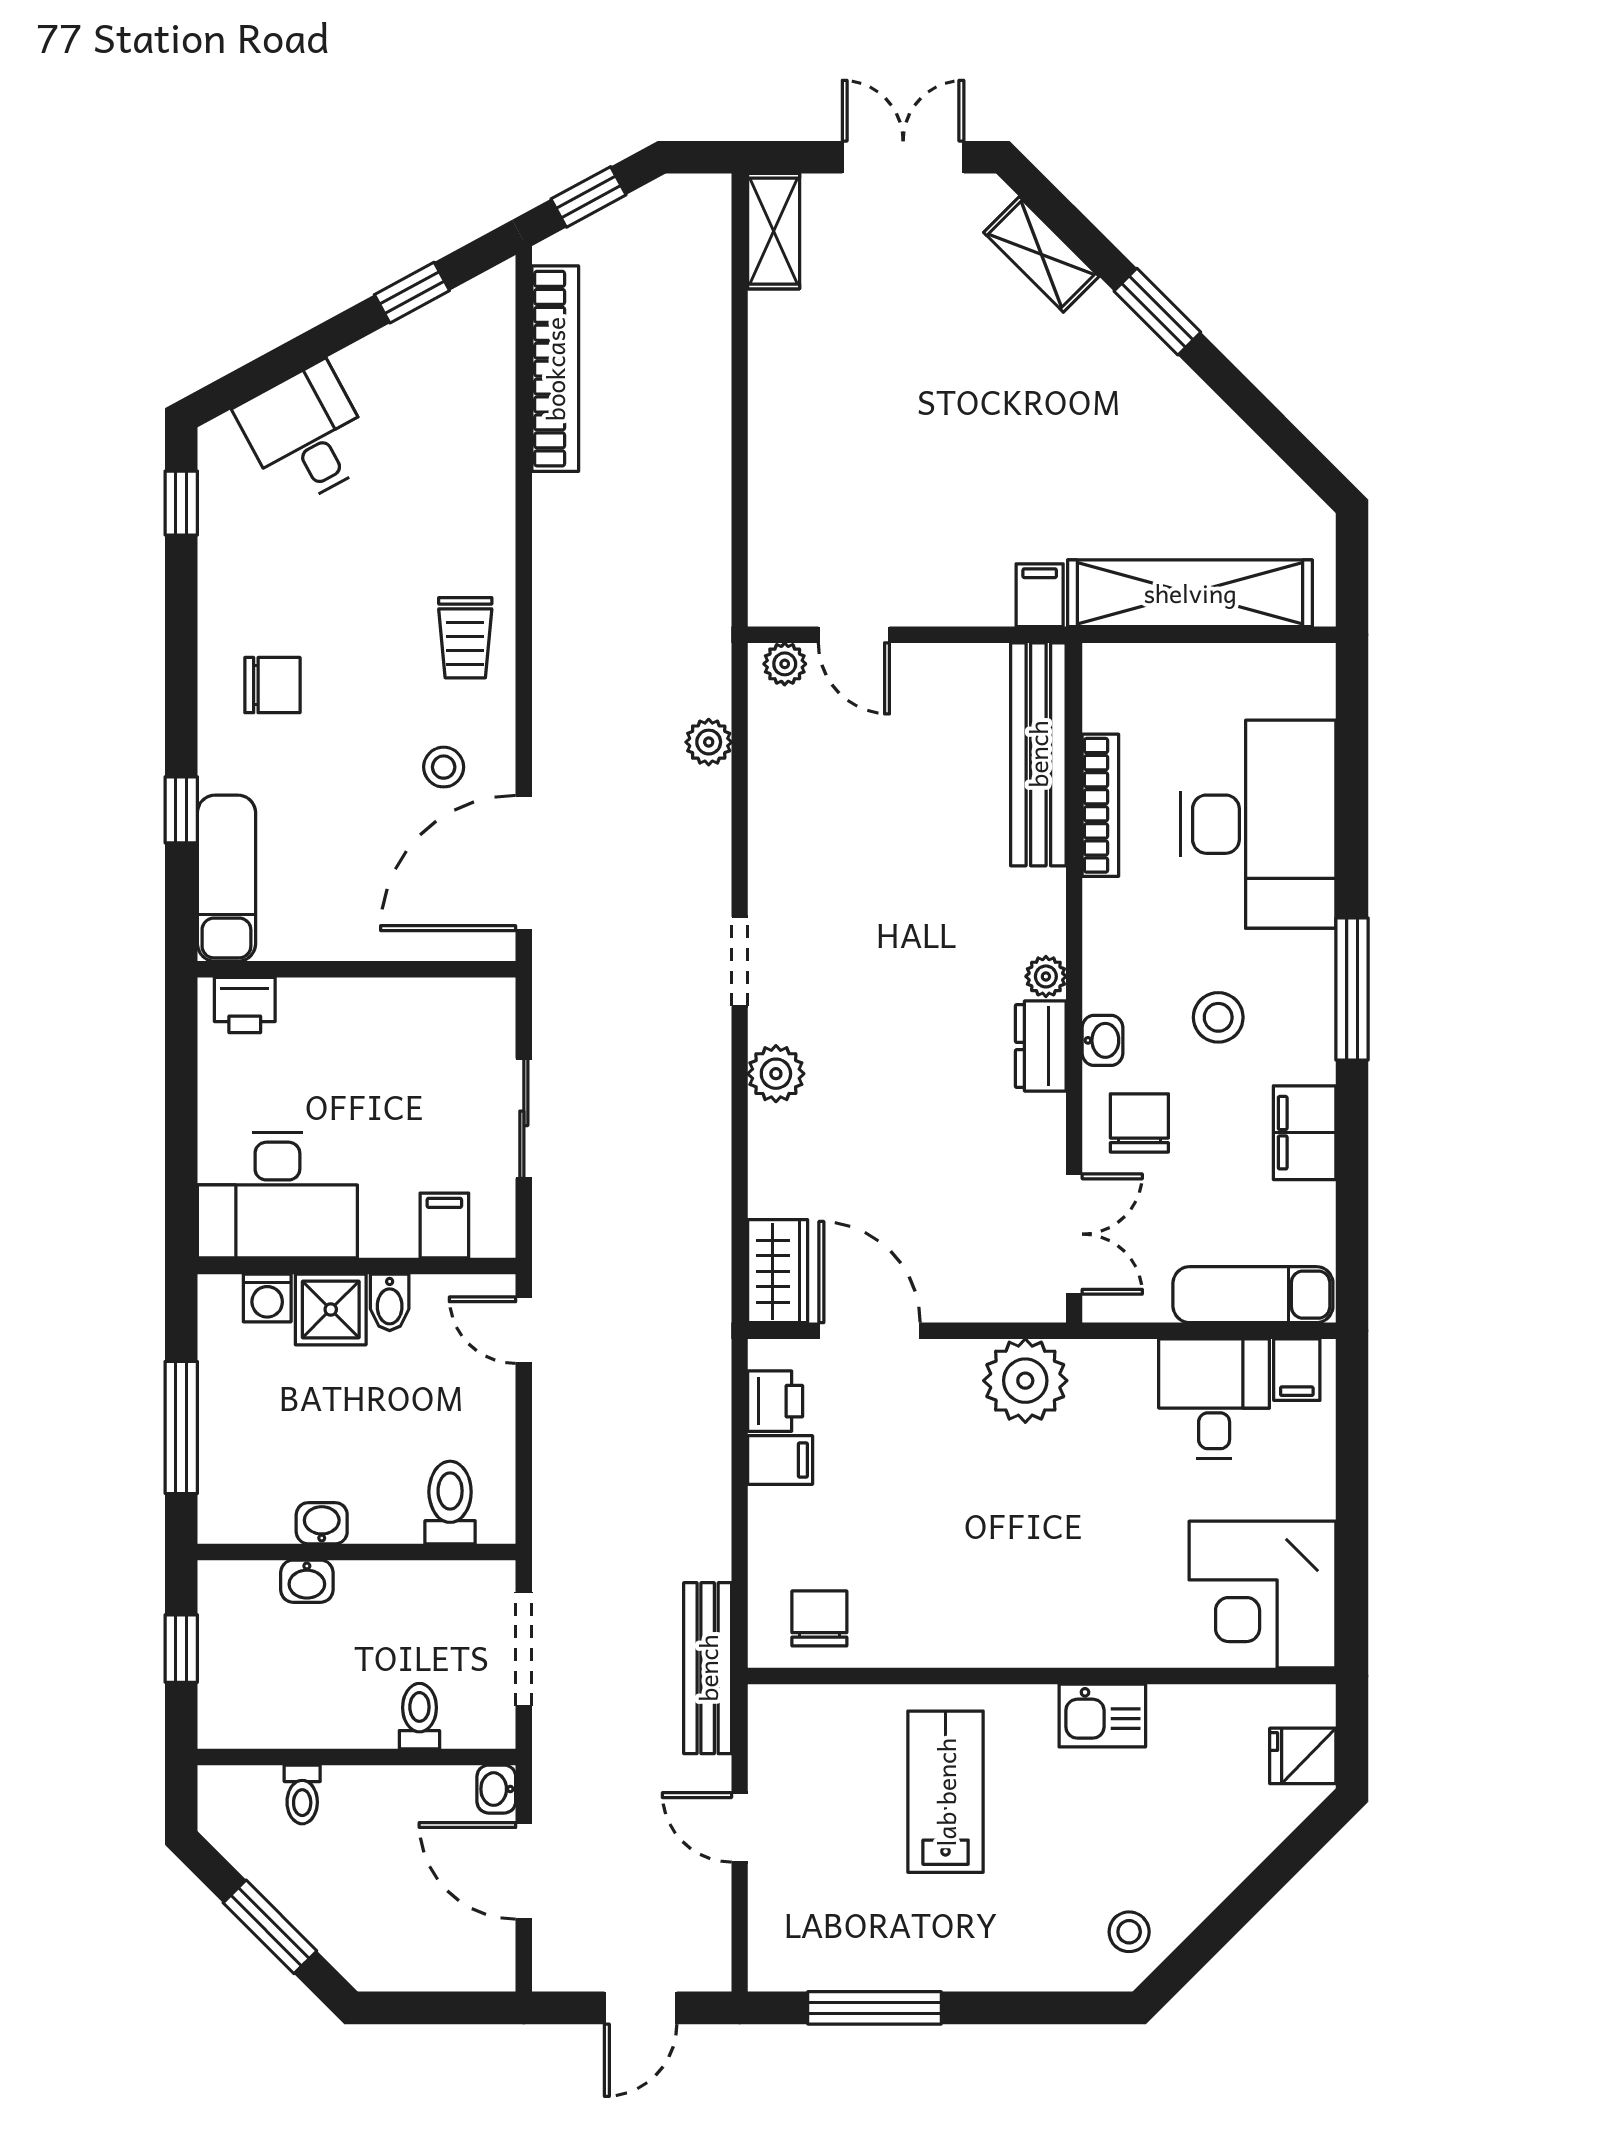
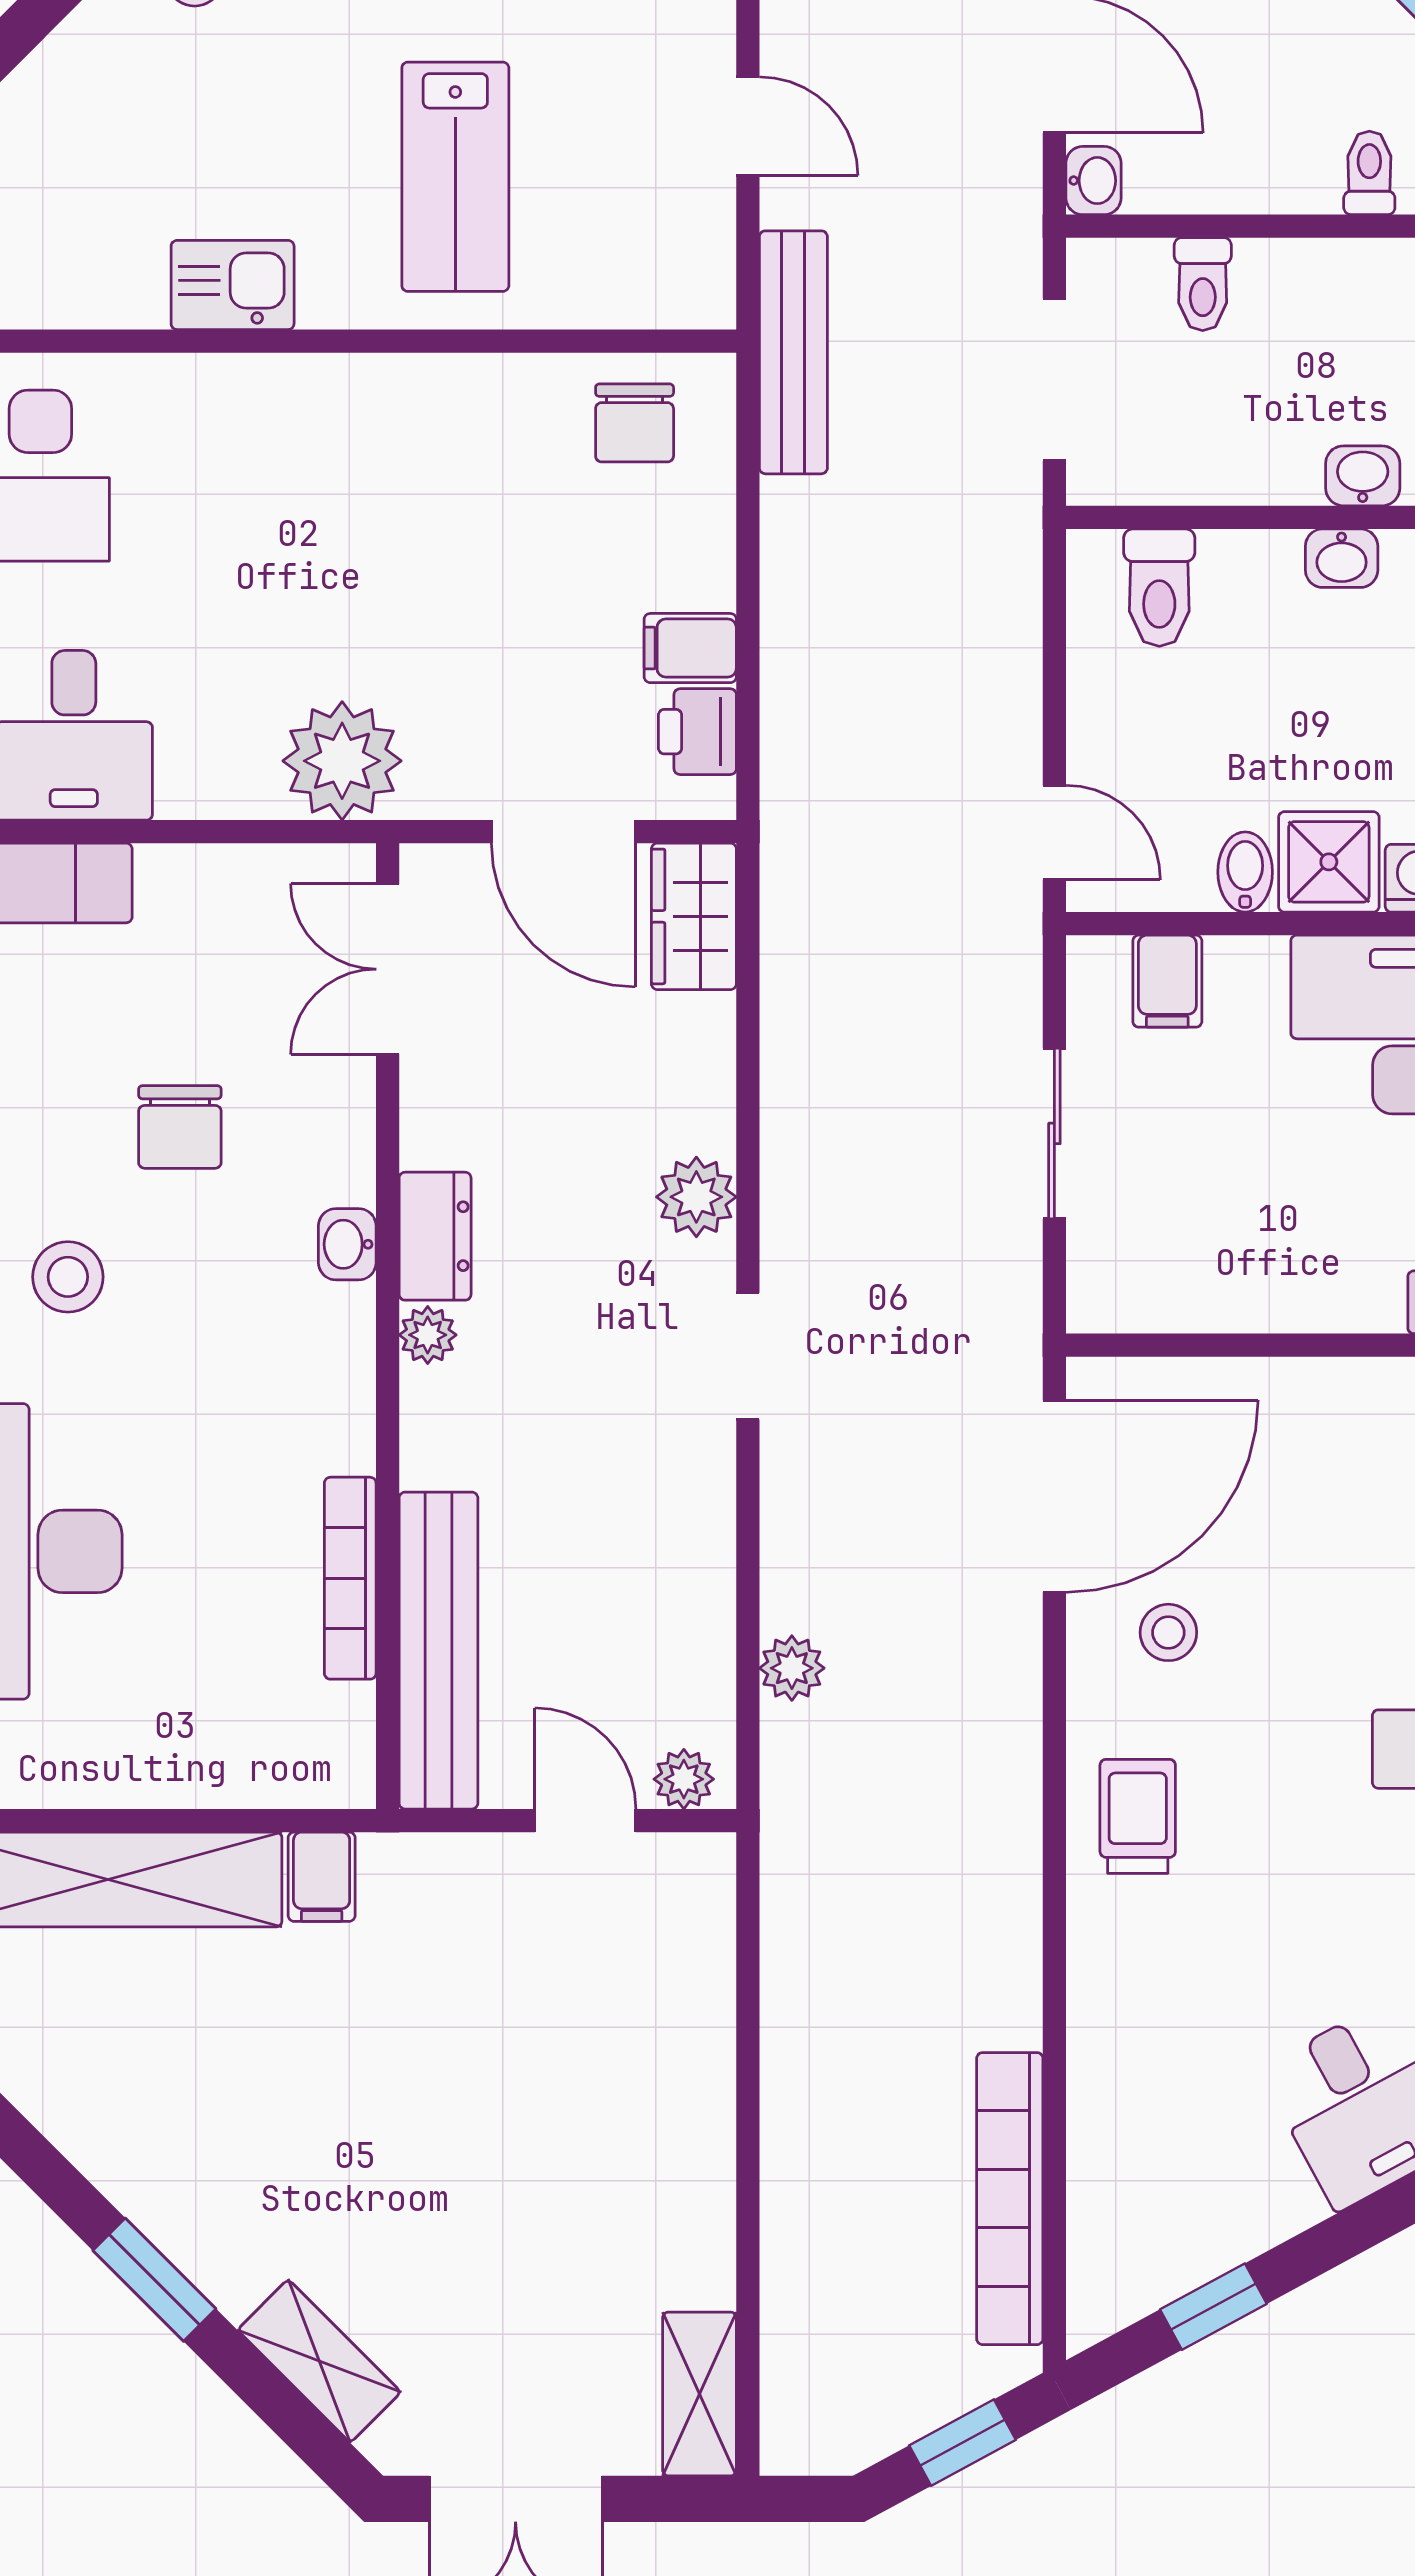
bench: (1038, 754) -> (438, 1651), moved
bookcase: (1100, 805) -> (350, 1578), moved
plant: (1046, 976) -> (428, 1335), moved
wall: (1074, 983) -> (388, 1326), moved
washbasin: (1103, 1040) -> (347, 1244), moved
dresser: (1041, 1046) -> (435, 1236), moved
double door: (1074, 1234) -> (388, 969), moved

